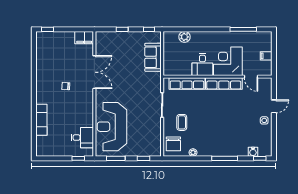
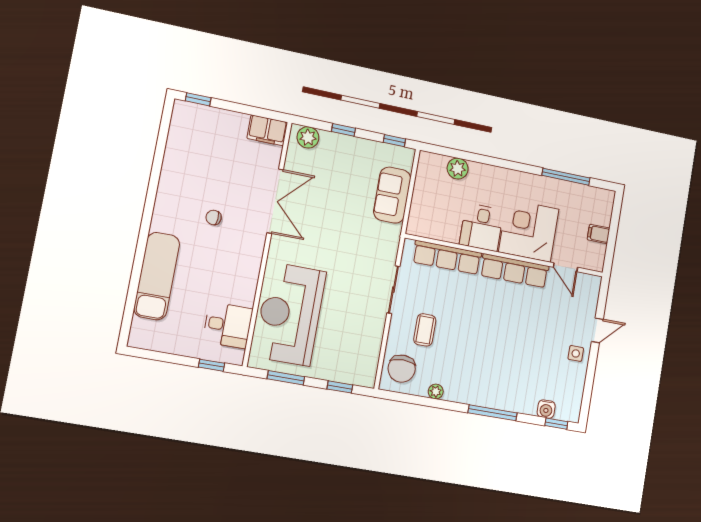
plant: (105, 37) -> (308, 137), added
exam couch: (41, 120) -> (157, 276), width x1.36, depth x1.45

